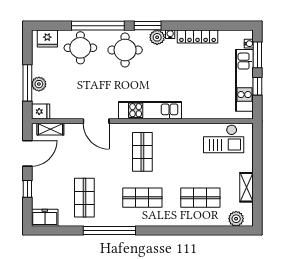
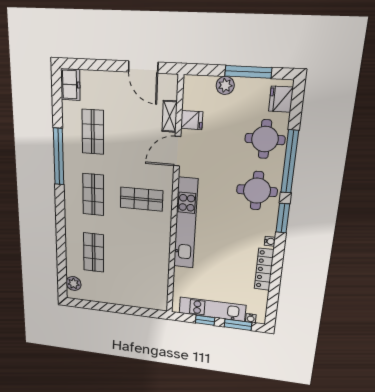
plant: (157, 37) -> (268, 227), removed
window: (27, 83) -> (248, 72), moved
kitchen unit: (150, 110) -> (186, 224), width x1.36
fridge: (41, 111) -> (192, 120), moved, turned -90
shelving: (50, 129) -> (170, 116), moved
checkout: (224, 139) -> (153, 282), removed
shelving: (246, 187) -> (104, 297), removed
window: (27, 189) -> (102, 65), removed
shop shelf: (84, 198) -> (93, 132), turned 90

